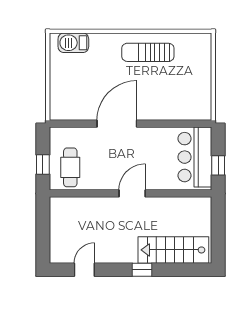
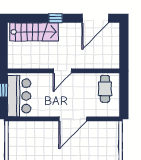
window: (43, 165) -> (124, 91), removed
door: (84, 270) -> (95, 18), width x1.88

